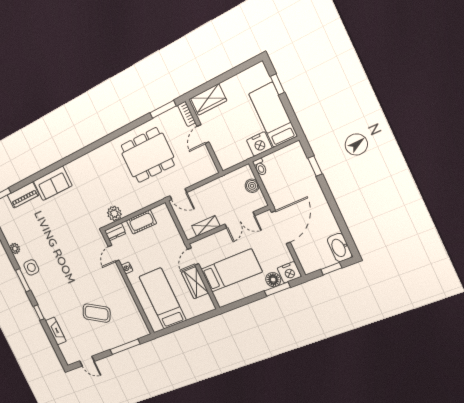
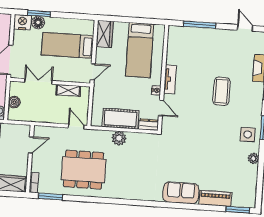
door: (203, 134) -> (31, 145), moved
plant: (114, 214) -> (119, 138), moved
cot: (141, 222) -> (121, 119), width x1.37, depth x1.34
door: (114, 253) -> (161, 108), hinge flipped
wardrobe: (195, 283) -> (105, 34), moved
tv unit: (121, 284) -> (170, 79), added
coffee table: (97, 313) -> (222, 91), moved, turned 61

